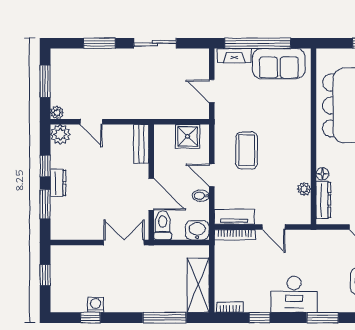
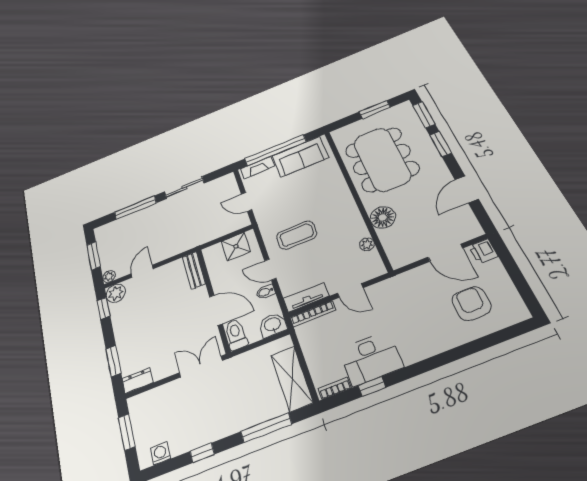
window: (99, 43) -> (135, 208), width x1.44
door: (91, 122) -> (142, 271), swing flipped
coffee table: (247, 150) -> (297, 235), turned 90
window: (45, 166) -> (103, 308), moved
floor lamp: (322, 174) -> (383, 217), width x1.89, depth x1.89
dresser: (58, 183) -> (138, 381), moved, turned -90
dresser: (323, 200) -> (391, 246), removed
window: (45, 275) -> (127, 432), width x1.50
desk: (294, 294) -> (371, 358), moved
washing machine: (95, 305) -> (160, 453), moved
window: (90, 318) -> (202, 453), moved
window: (323, 318) -> (443, 359), removed

